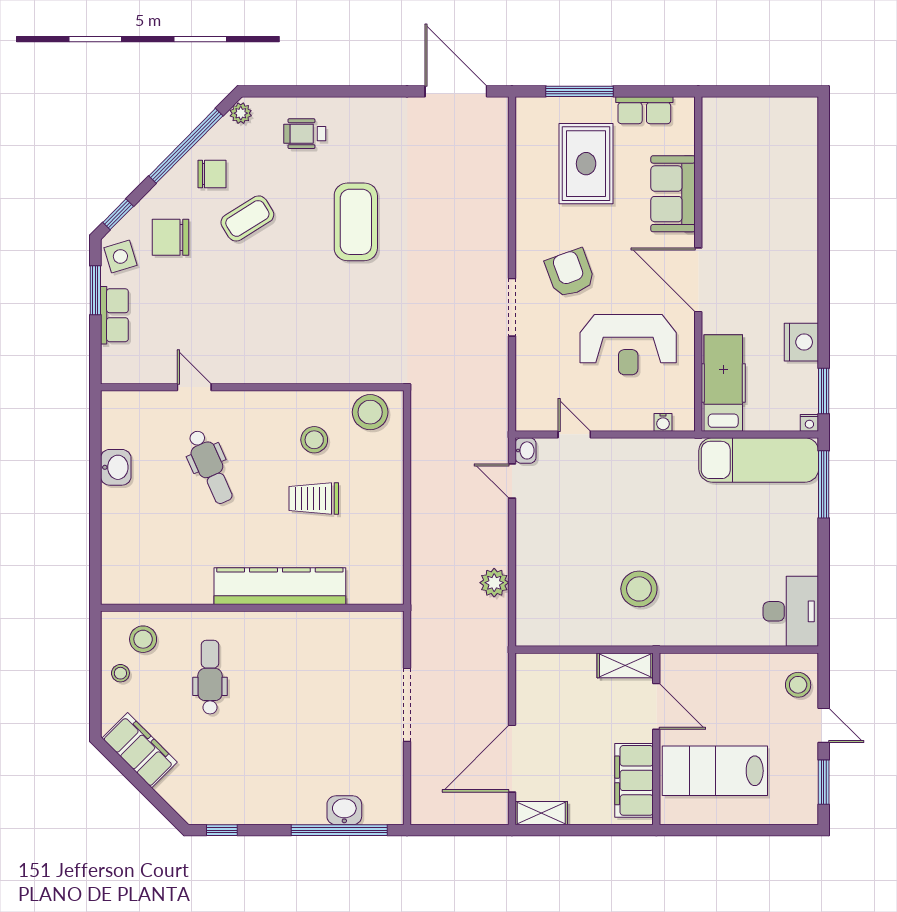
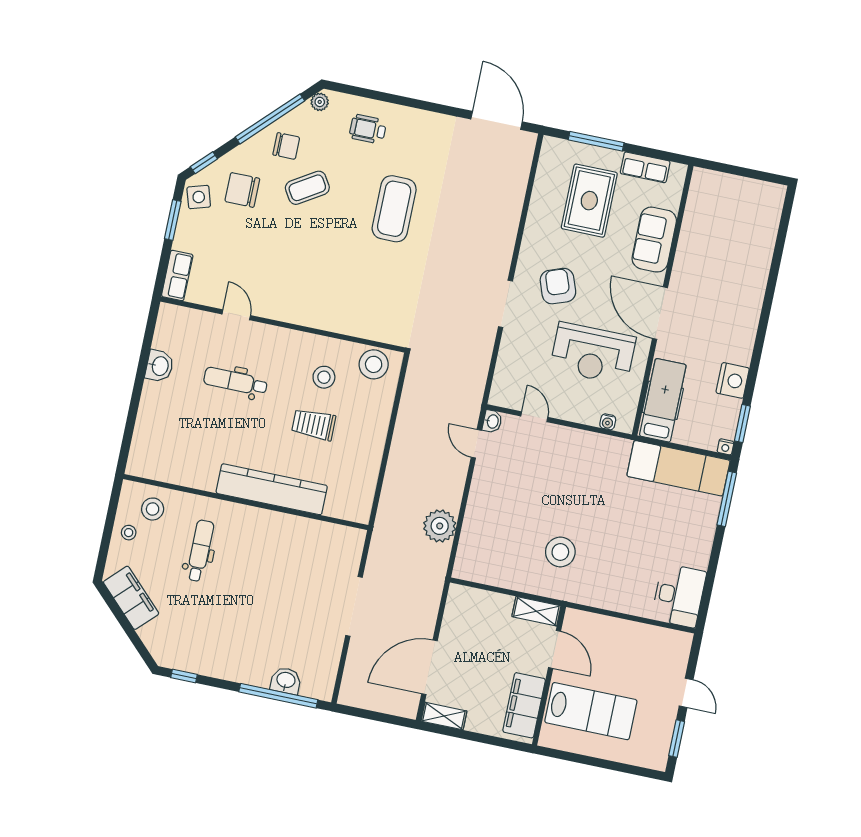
row of seats: (114, 315) -> (177, 275), moved
dental chair: (210, 467) -> (235, 381), turned 114
plant: (494, 583) -> (440, 526), width x1.36, depth x1.36
stool: (798, 685) -> (672, 656), removed
lab bench: (715, 771) -> (591, 711), turned 180

